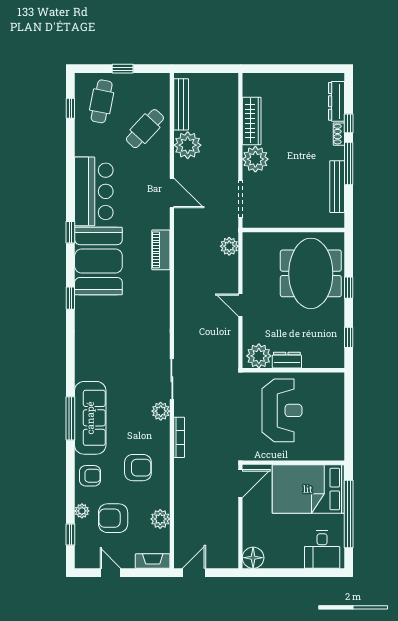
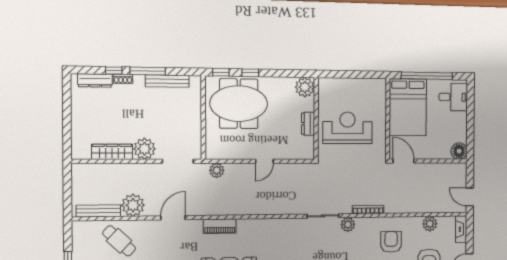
window: (349, 337) -> (221, 72), moved
plant: (259, 356) -> (305, 87), moved

